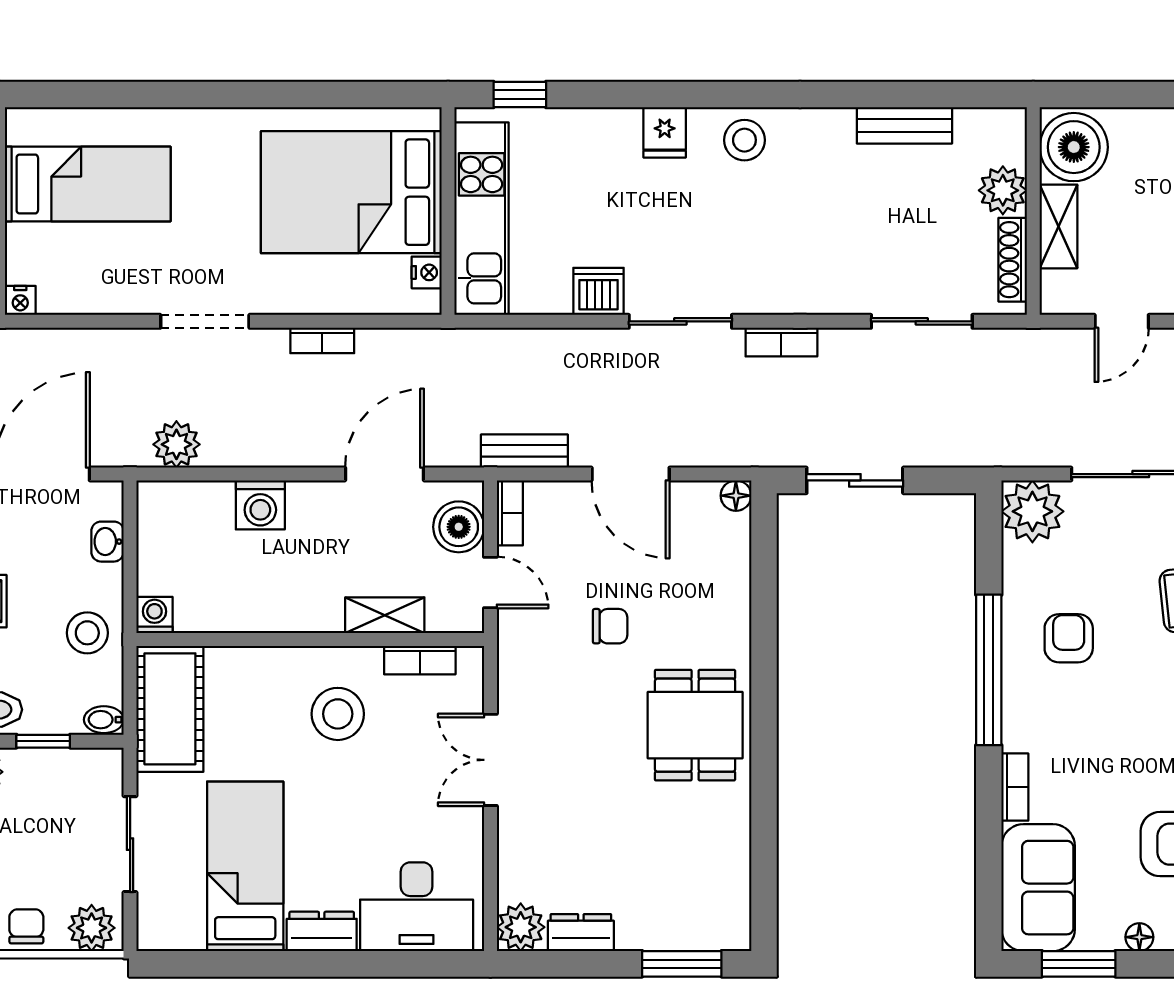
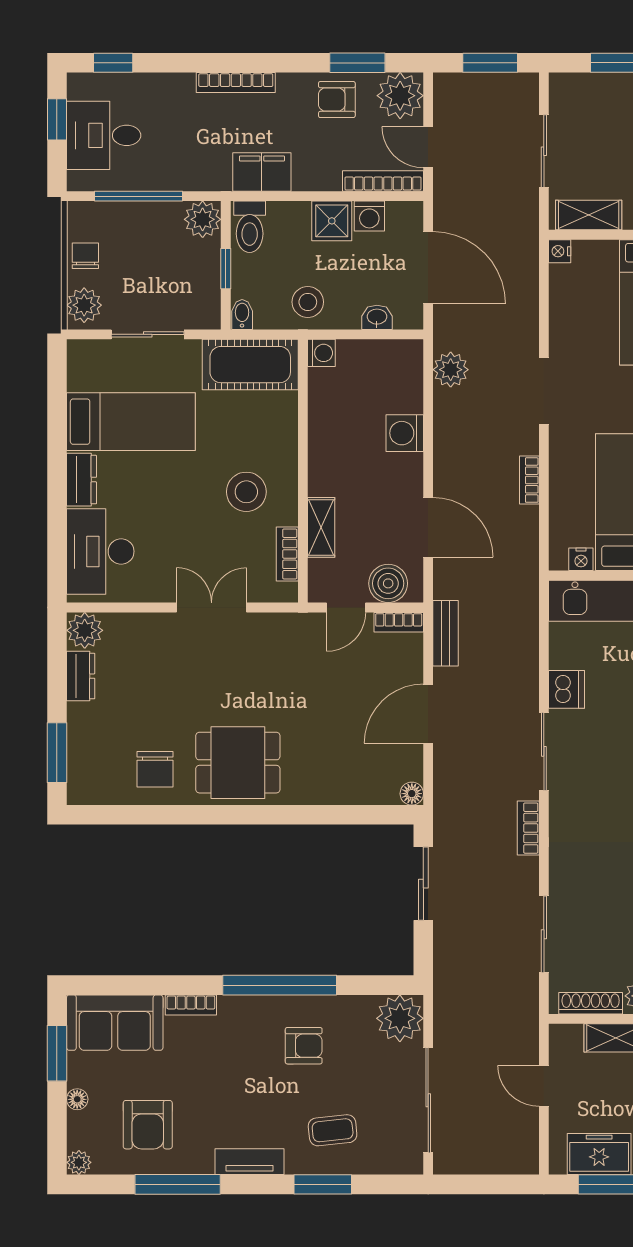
chair: (610, 626) -> (155, 769), moved, width x1.37, depth x1.37
chair: (26, 926) -> (85, 256), turned -90

